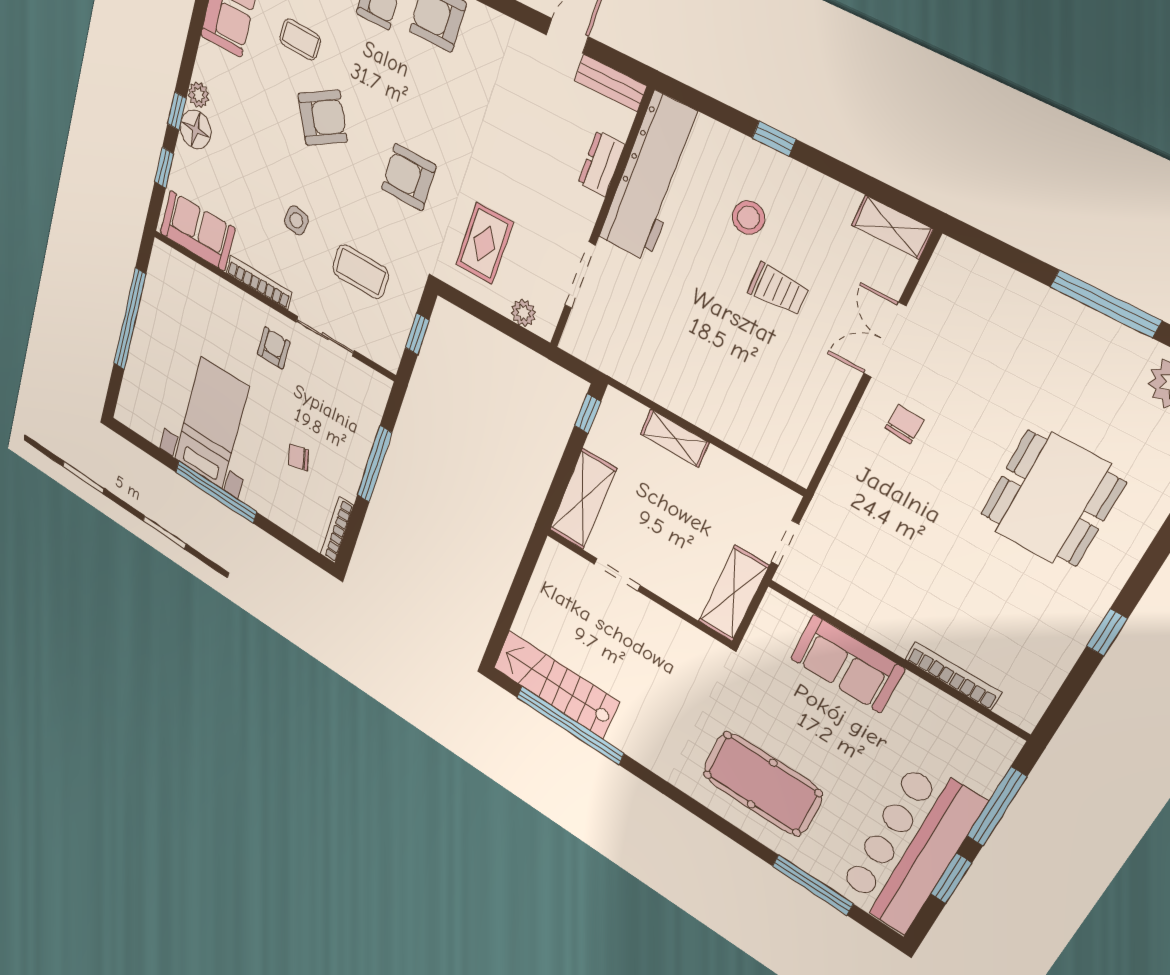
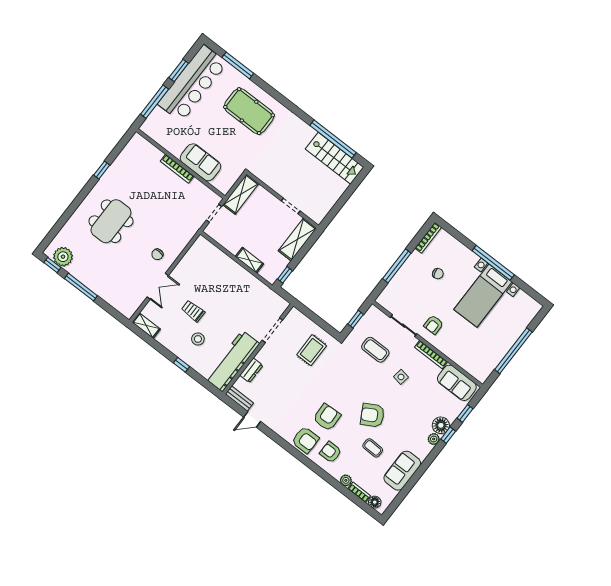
armchair: (409, 177) -> (327, 417), moved, turned -93
plant: (523, 313) -> (302, 320), removed
bookcase: (953, 676) -> (177, 169), moved

